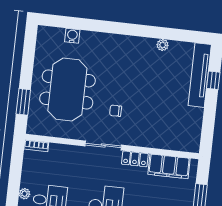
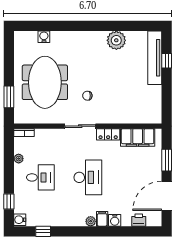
plant: (163, 45) -> (116, 40), width x1.88, depth x1.88
plant: (25, 194) -> (19, 159), moved

